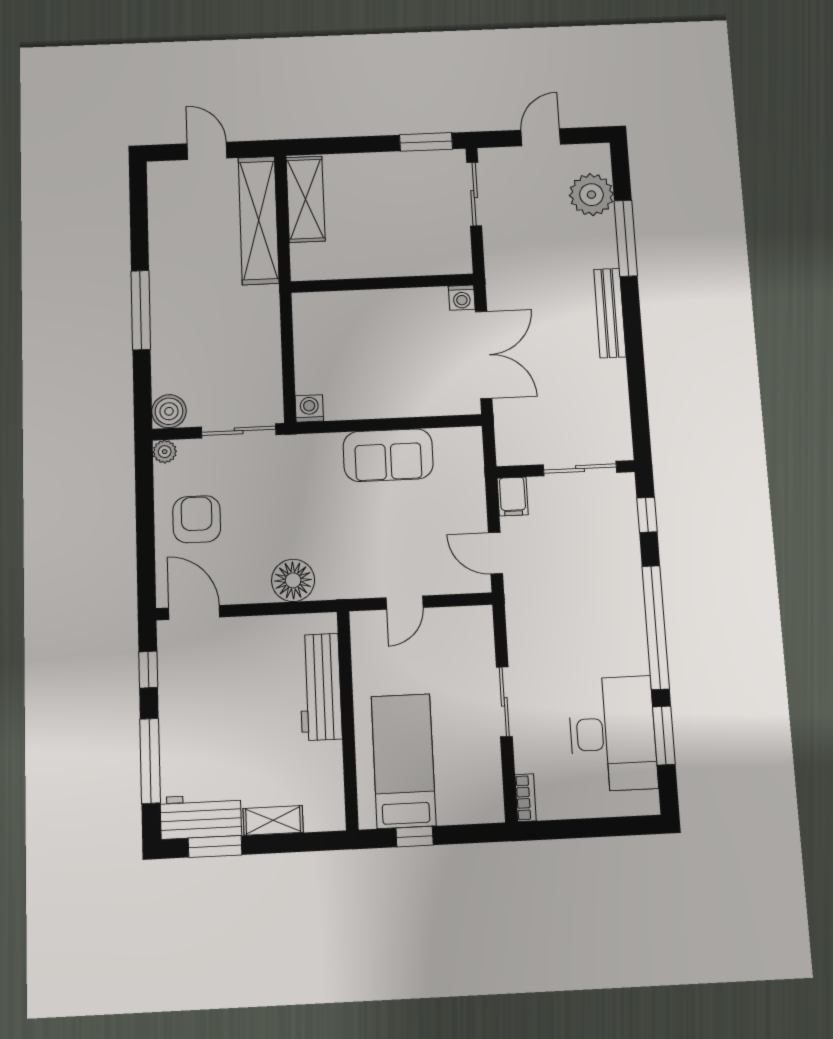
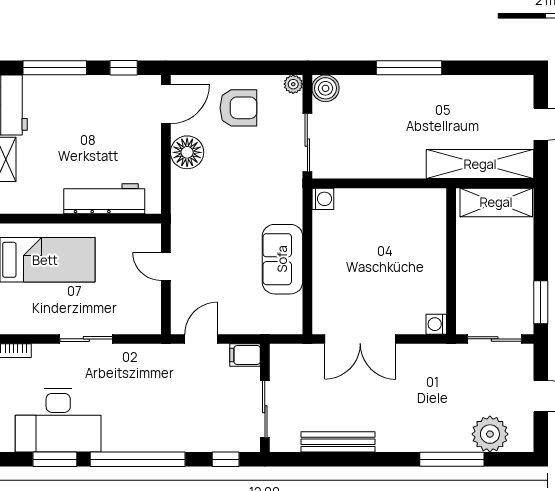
wall: (382, 283) -> (451, 261), moved
washing machine: (462, 298) -> (436, 324), moved
bench: (610, 313) -> (338, 442), moved
floor lamp: (293, 580) -> (187, 152), moved

